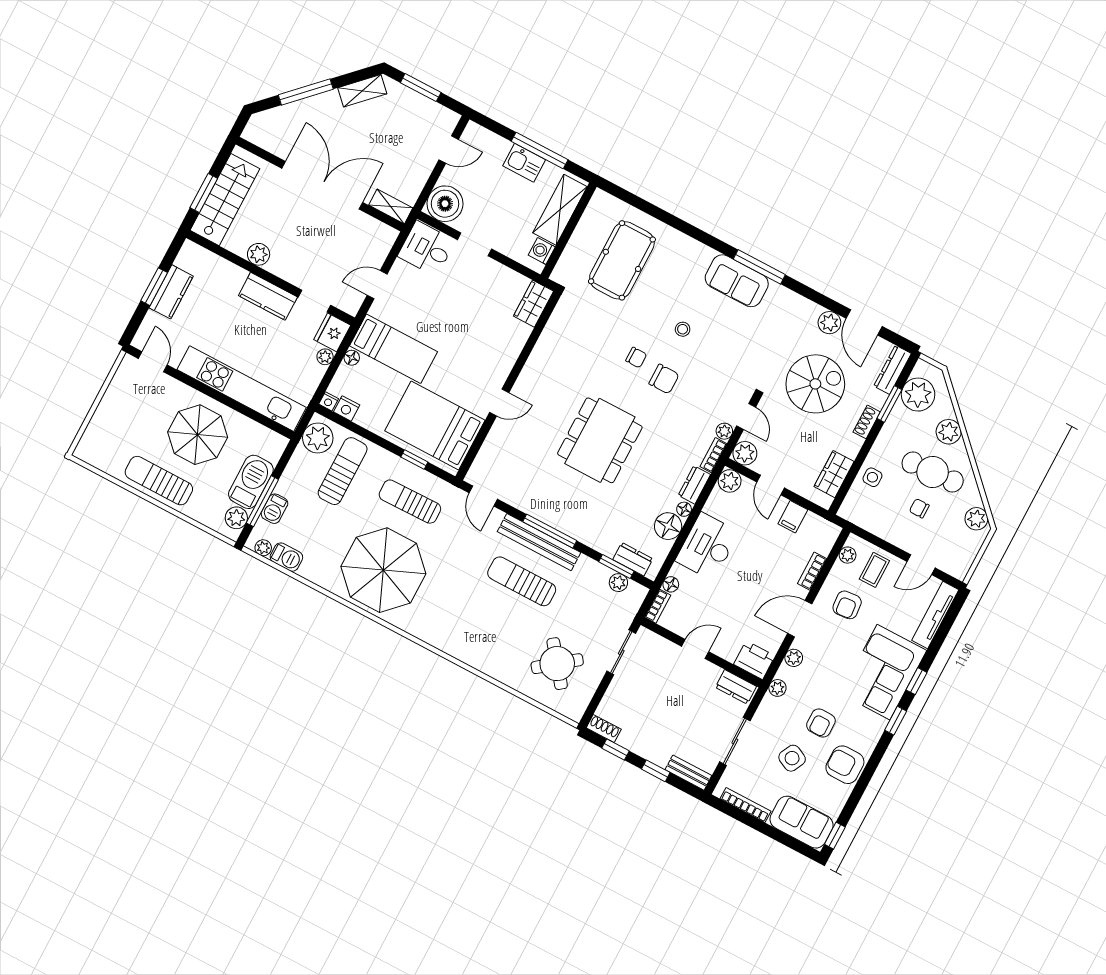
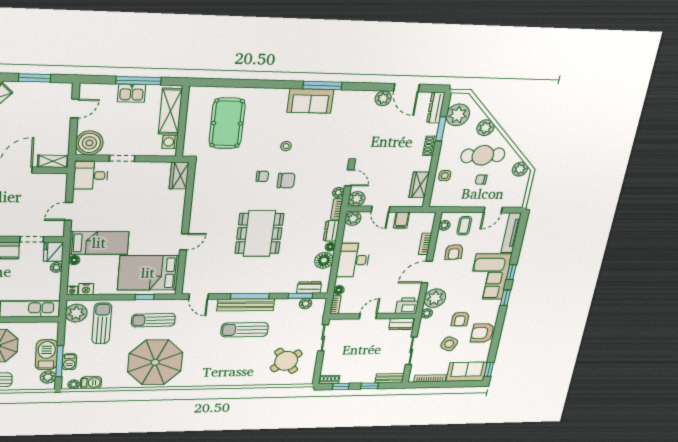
spiral stairs: (815, 384) -> (387, 139), removed
plant: (794, 658) -> (435, 298), width x1.87, depth x1.87

